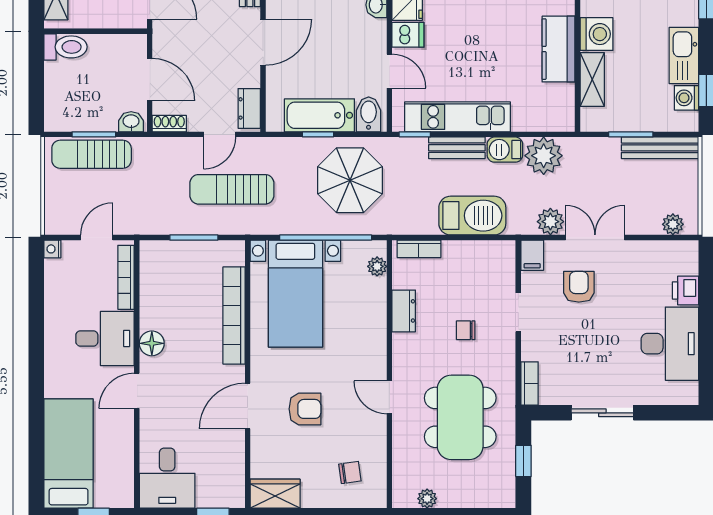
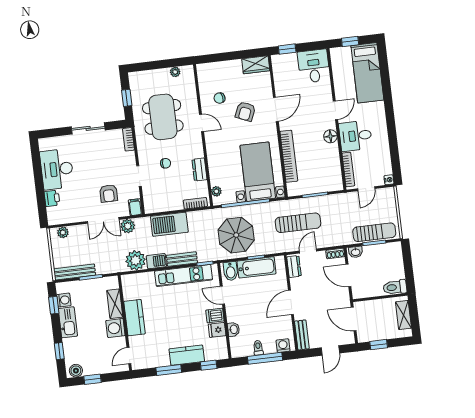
armchair: (305, 409) -> (245, 111), turned -67
chair: (350, 473) -> (220, 98), moved

